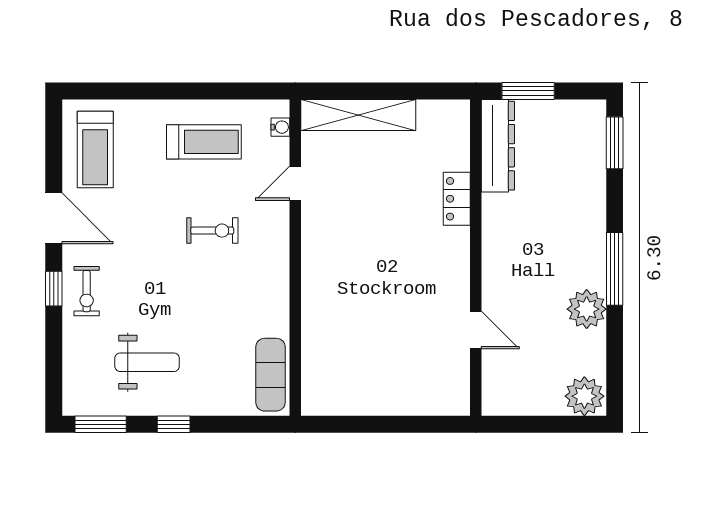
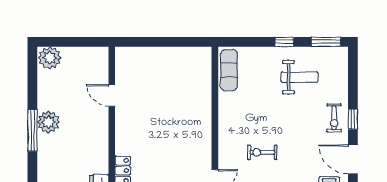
exercise bike: (87, 291) -> (334, 118), turned 180
plant: (587, 309) -> (48, 122), moved
weight bench: (147, 362) -> (300, 77), turned 180

